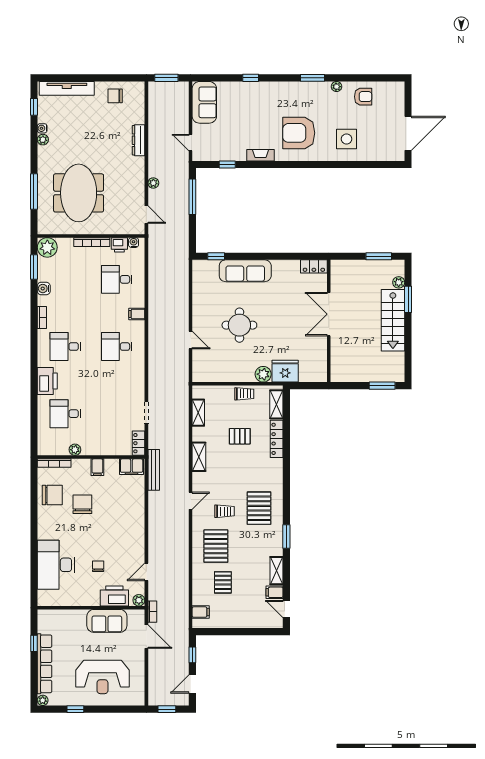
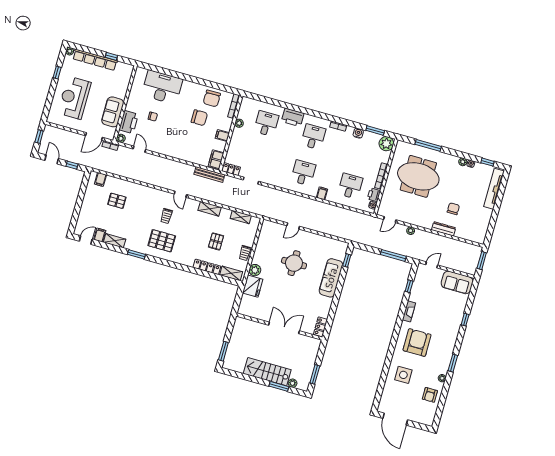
chair: (115, 96) -> (453, 209), moved
pallet: (216, 546) -> (144, 203), removed

